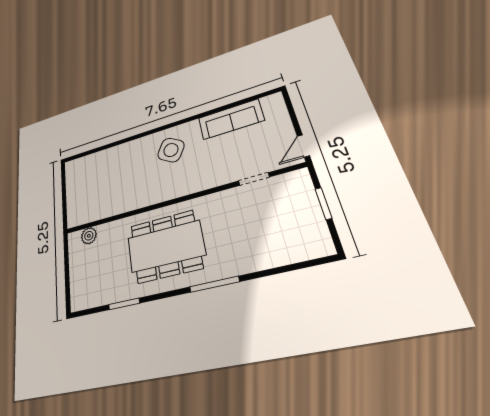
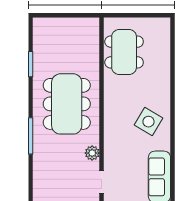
dining table: (101, 197) -> (124, 52), added
plant: (89, 236) -> (92, 153), moved

